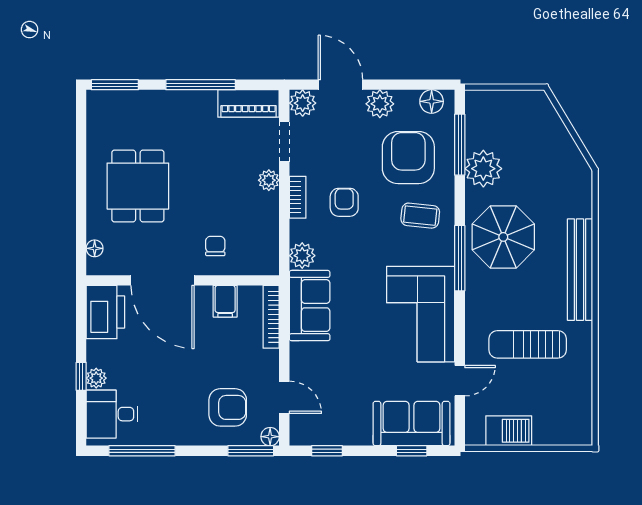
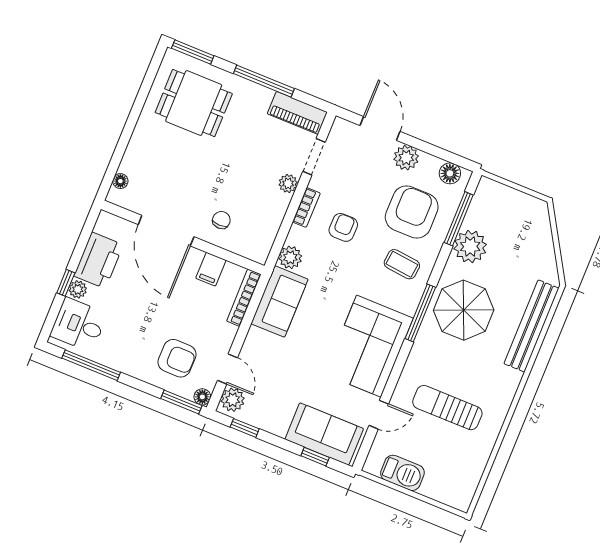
plant: (303, 103) -> (233, 400), moved
dining table: (138, 186) -> (194, 103), moved, turned 90
bench: (580, 270) -> (531, 326), moved
printer: (105, 312) -> (98, 260), moved

